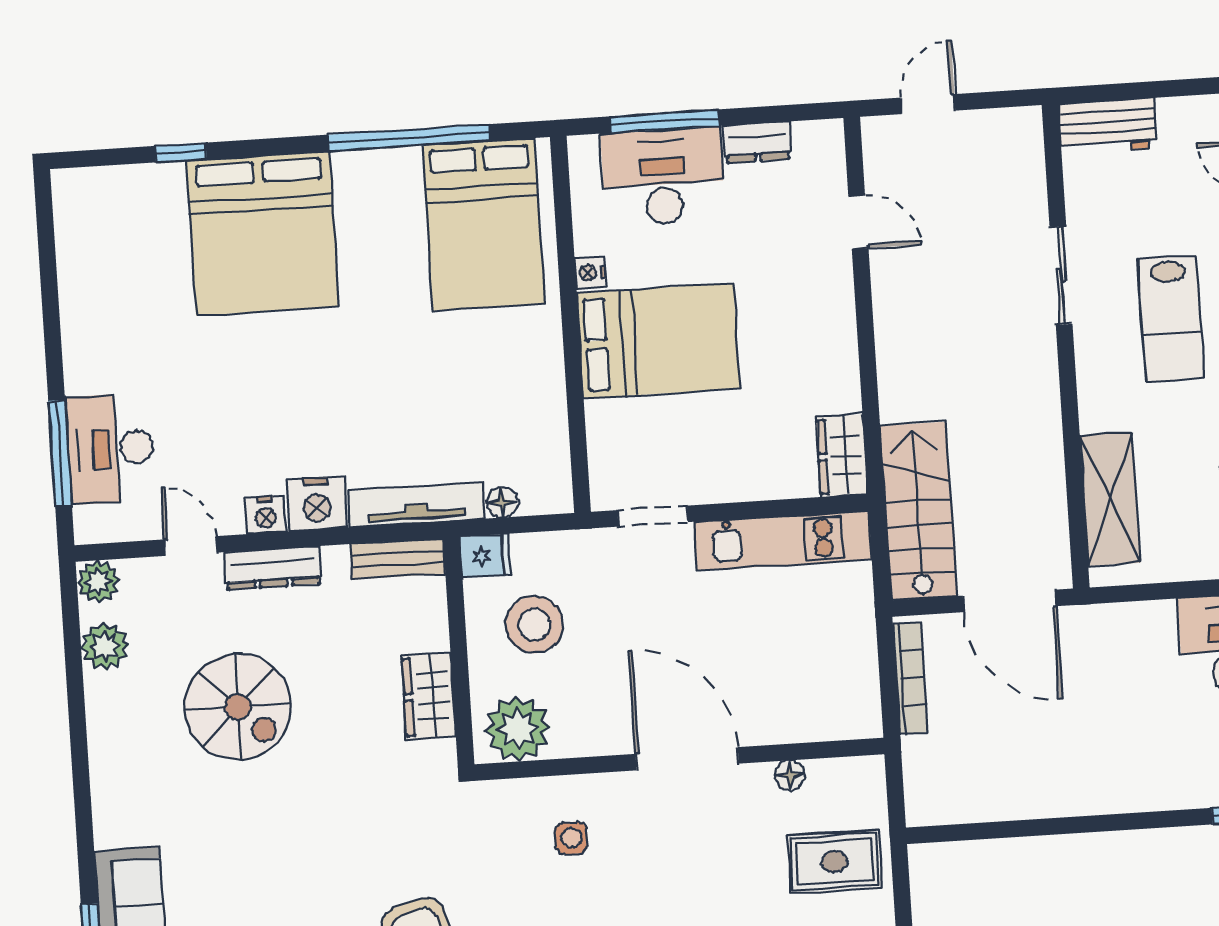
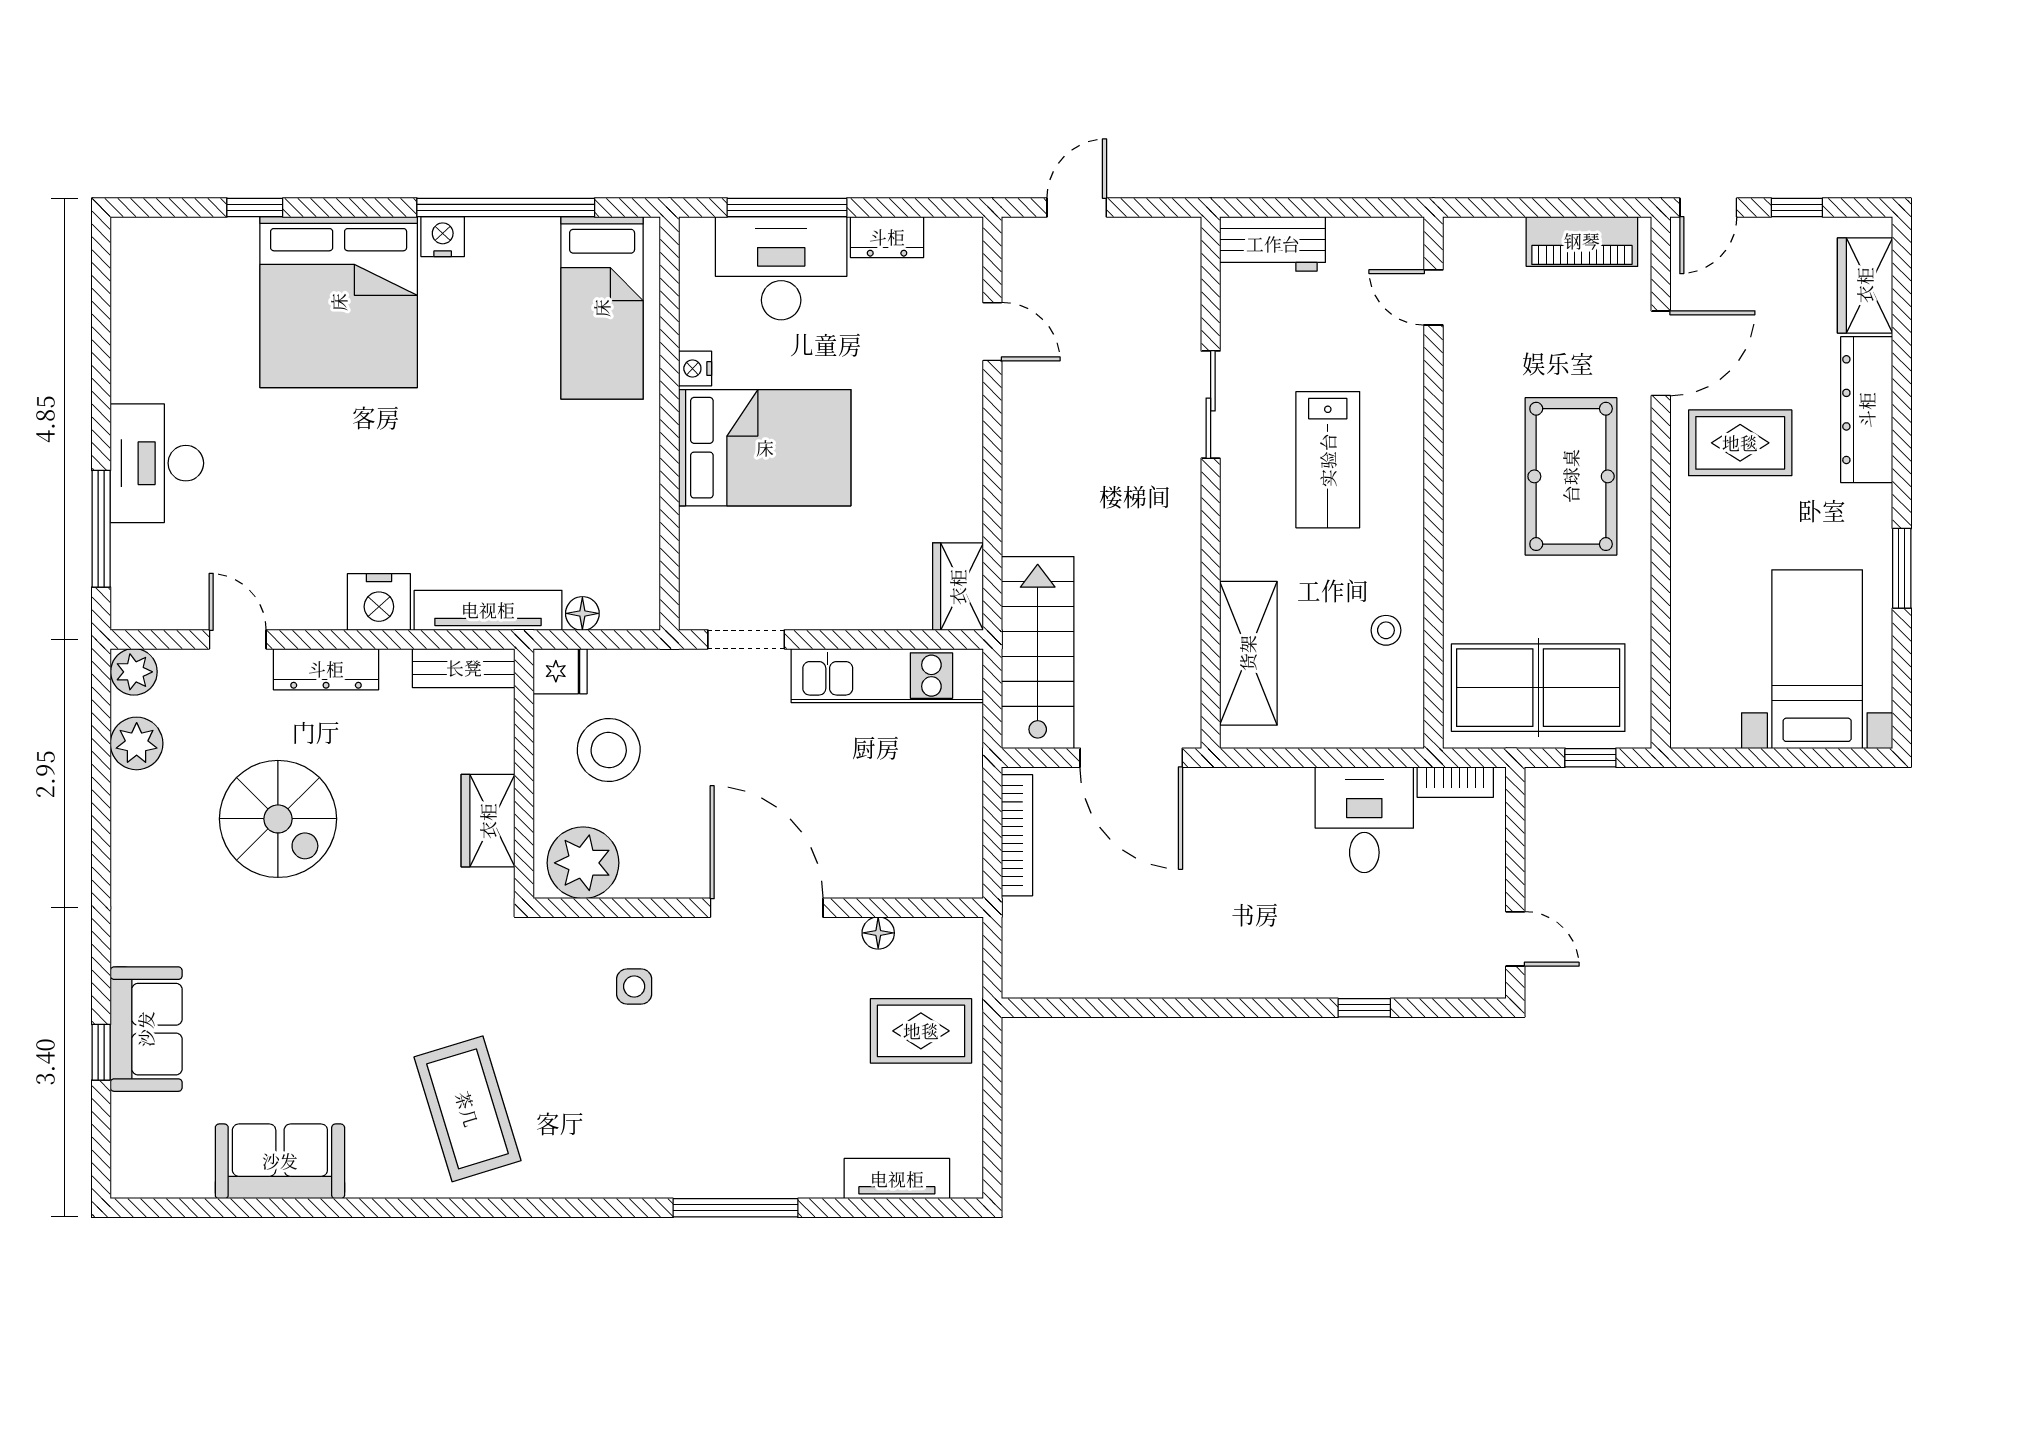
bed: (484, 225) -> (602, 308), width x0.67
desk: (111, 449) -> (157, 463), moved
nightstand: (266, 515) -> (443, 237), moved, turned 180

